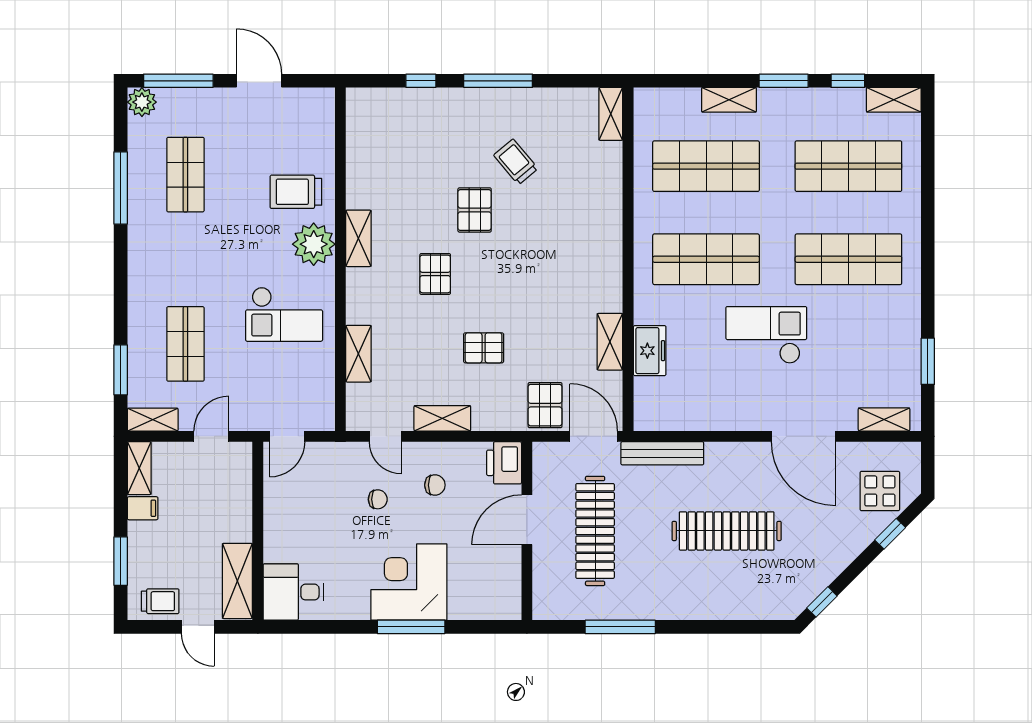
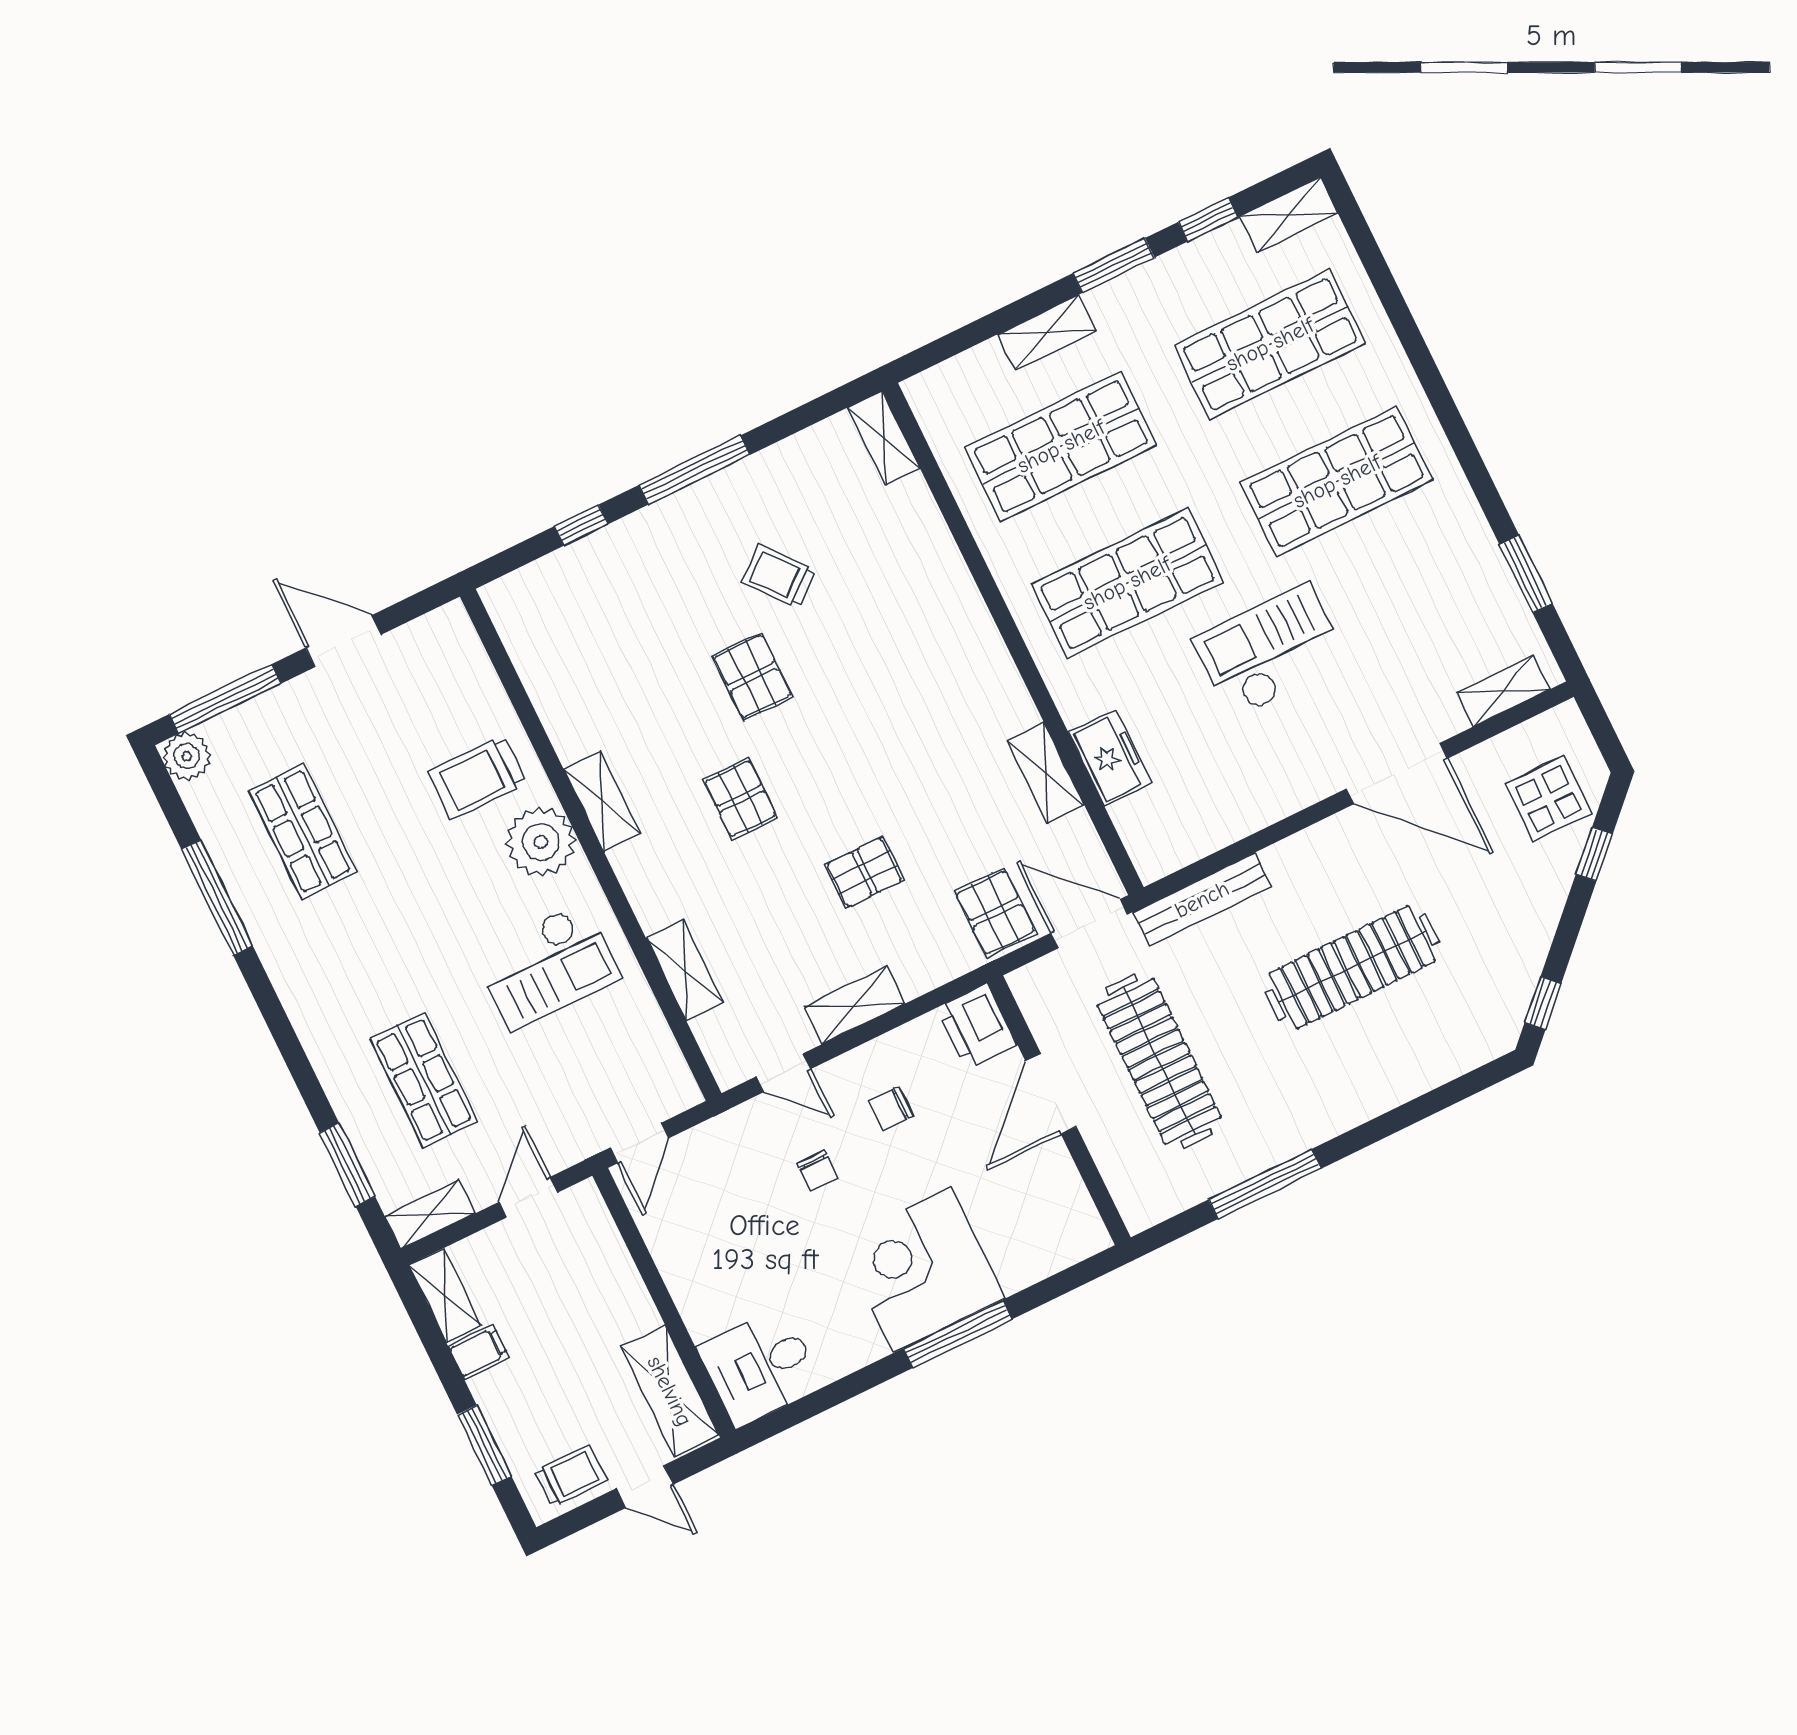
chair: (435, 485) -> (891, 1109), turned 180
chair: (378, 499) -> (817, 1171), turned 90

